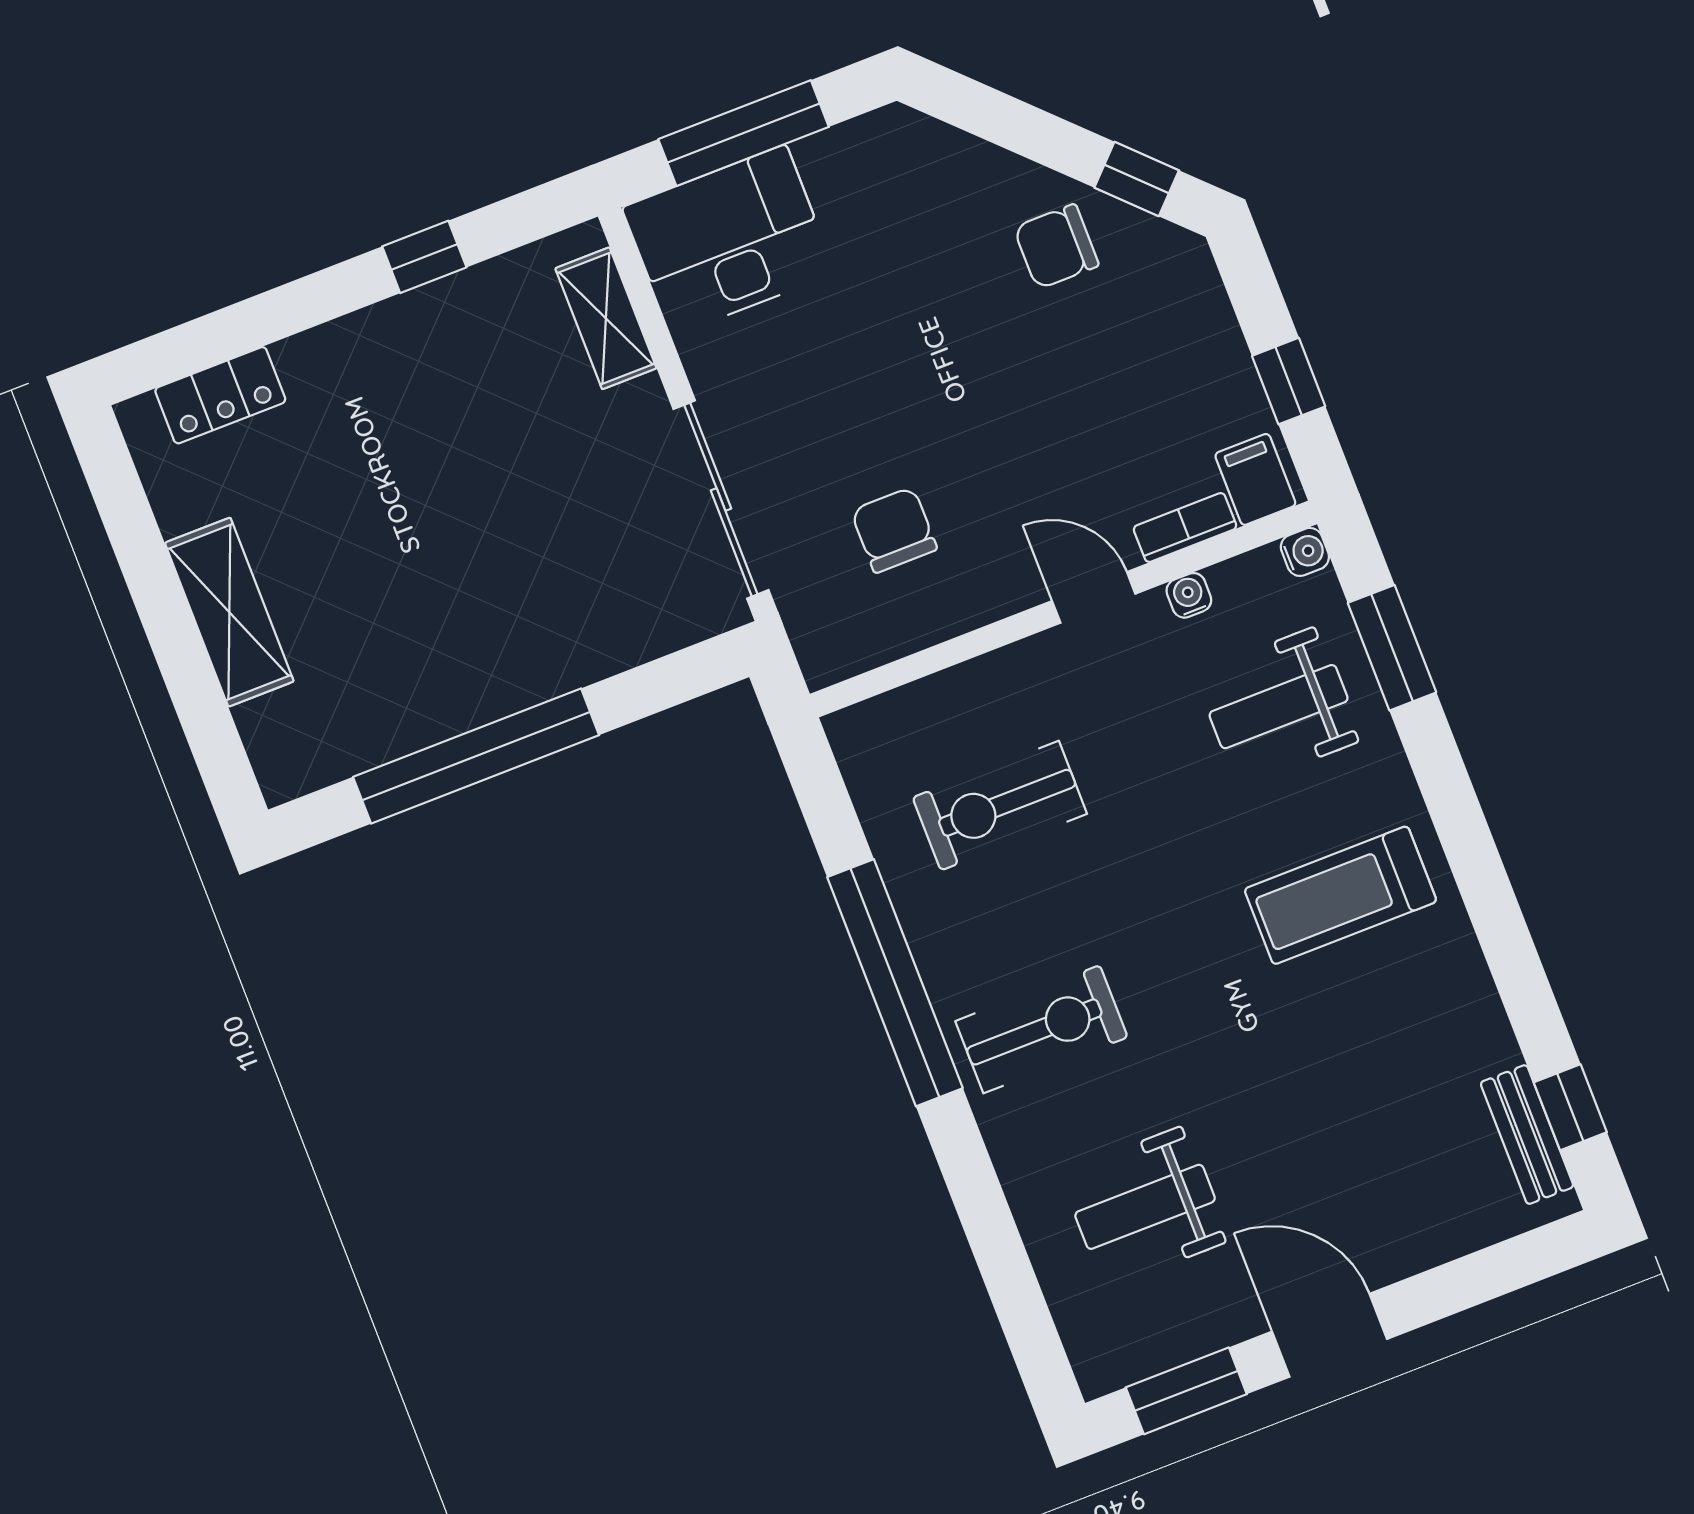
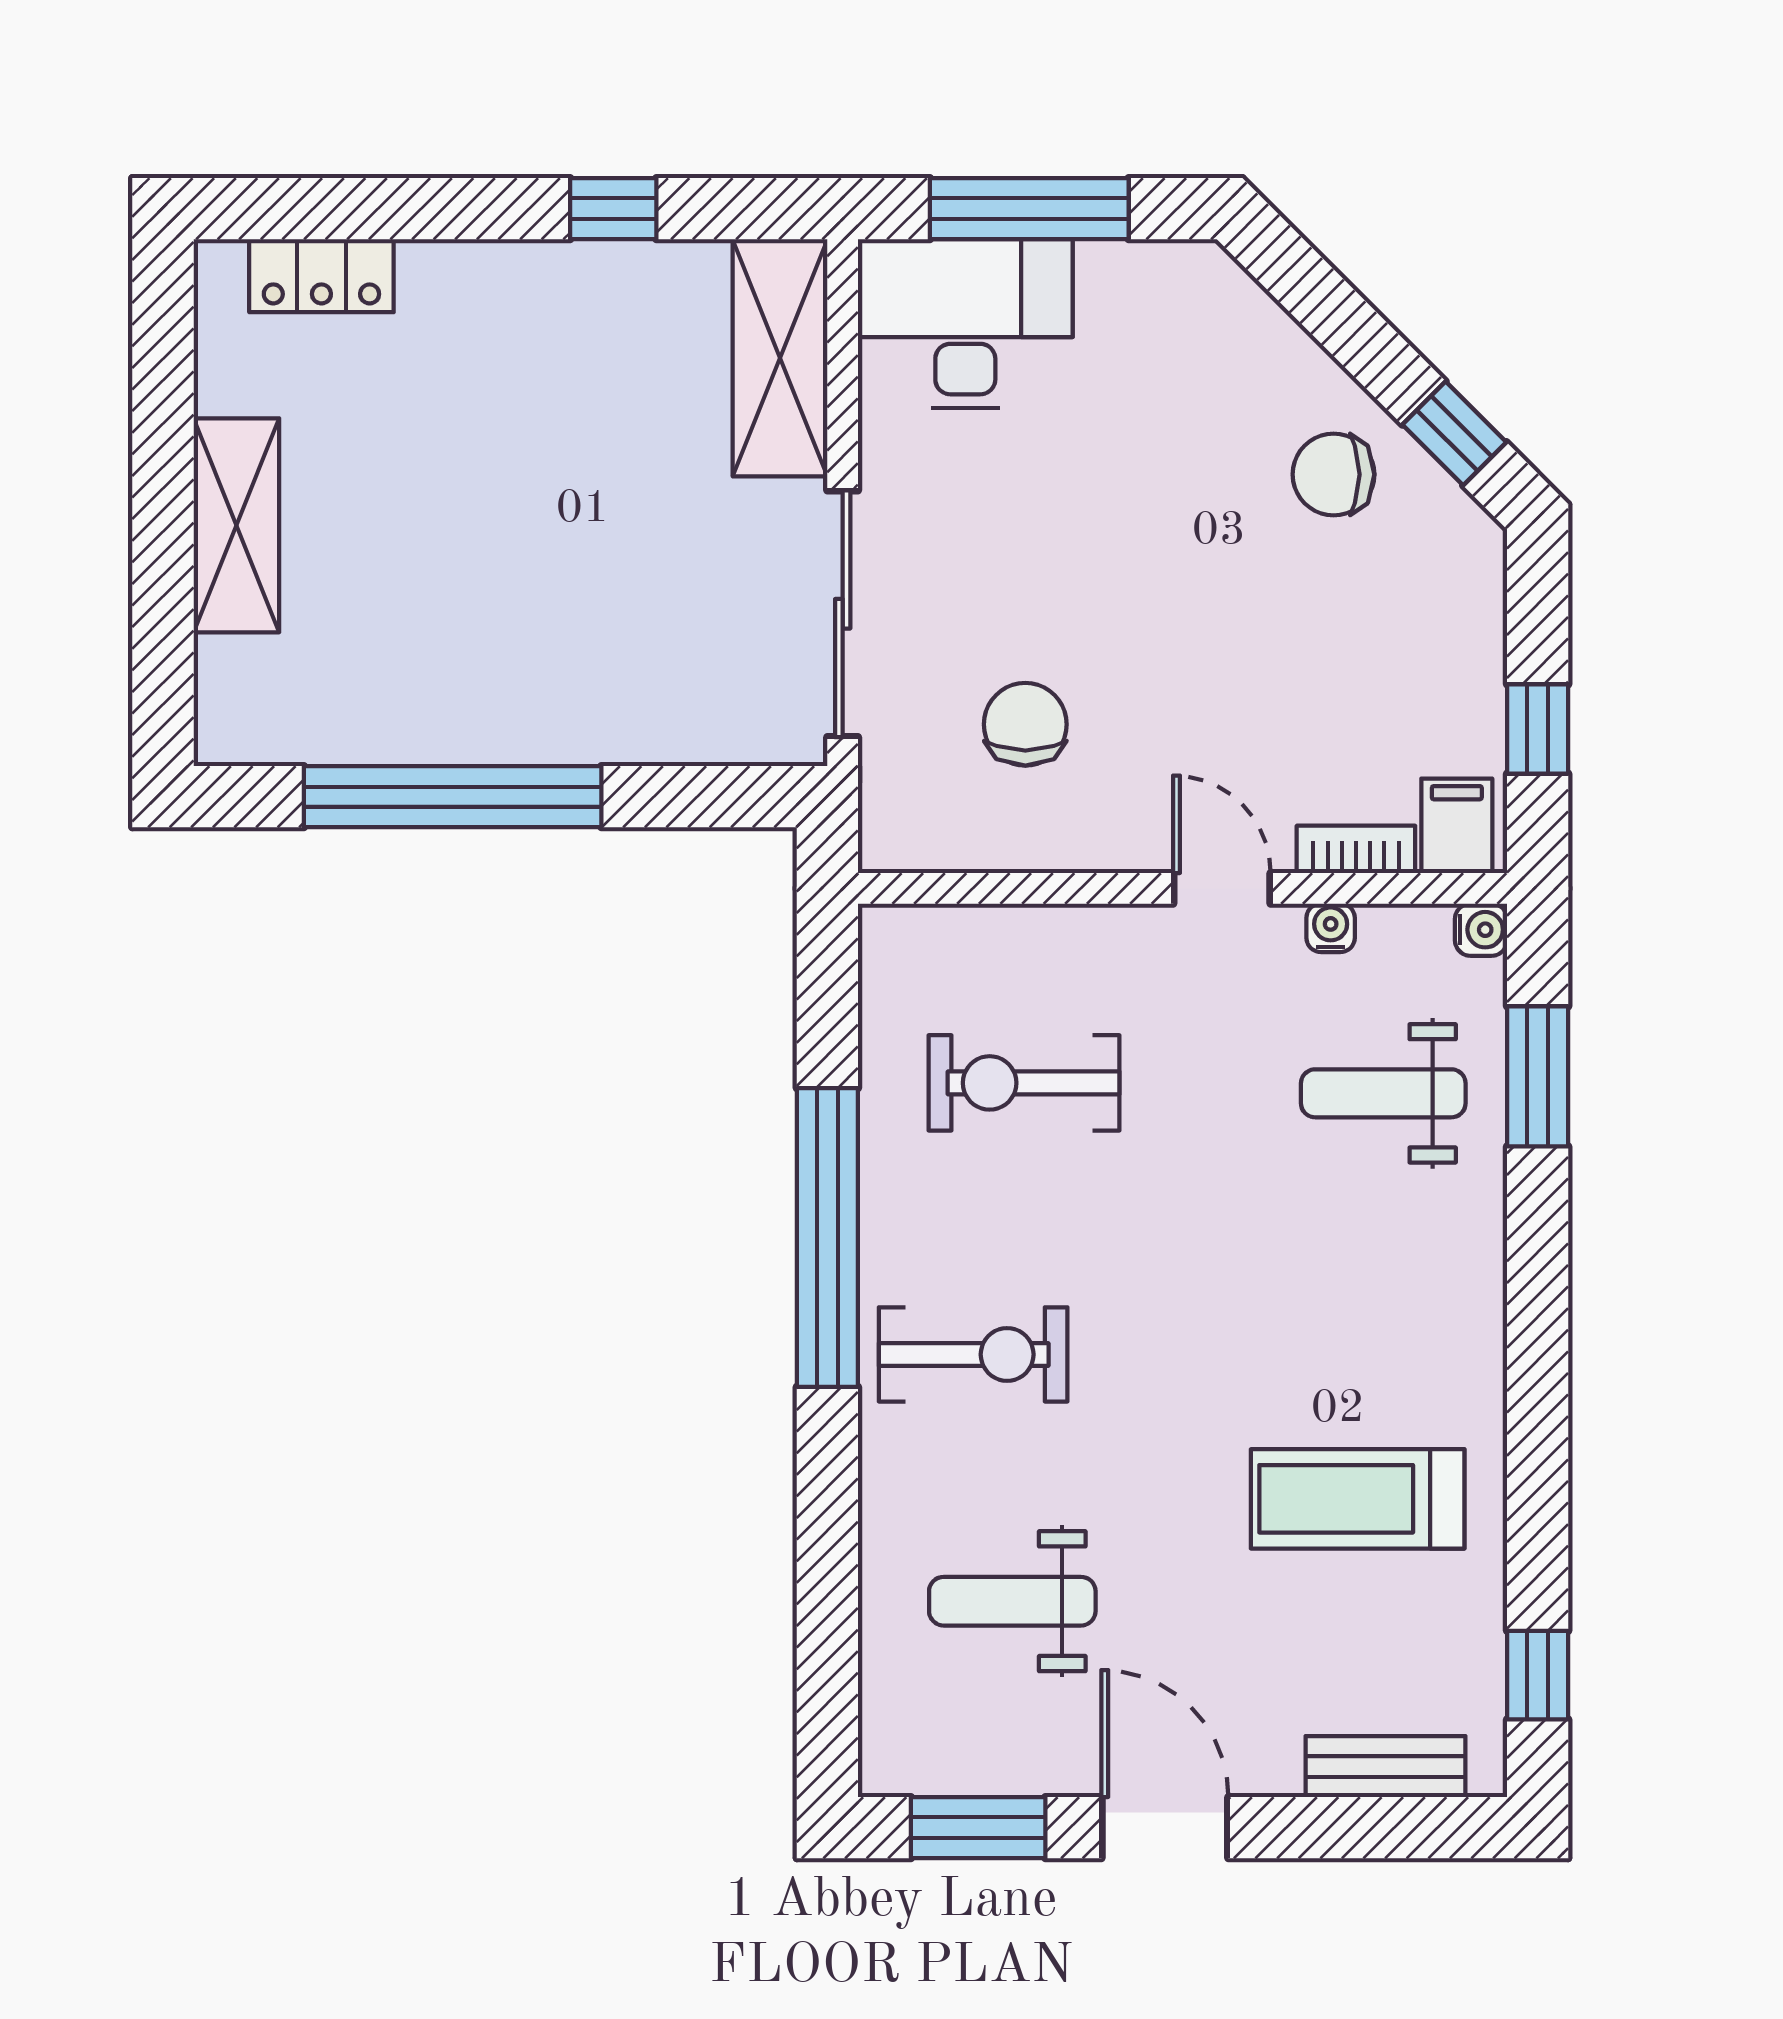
shelving: (606, 318) -> (780, 358), width x1.50, depth x1.33
treadmill: (1340, 895) -> (1358, 1499), moved
bench: (1527, 1135) -> (1385, 1767), moved, turned 90

